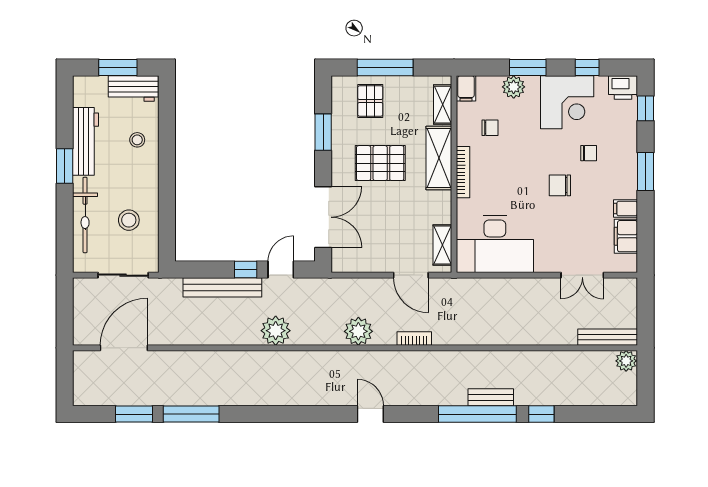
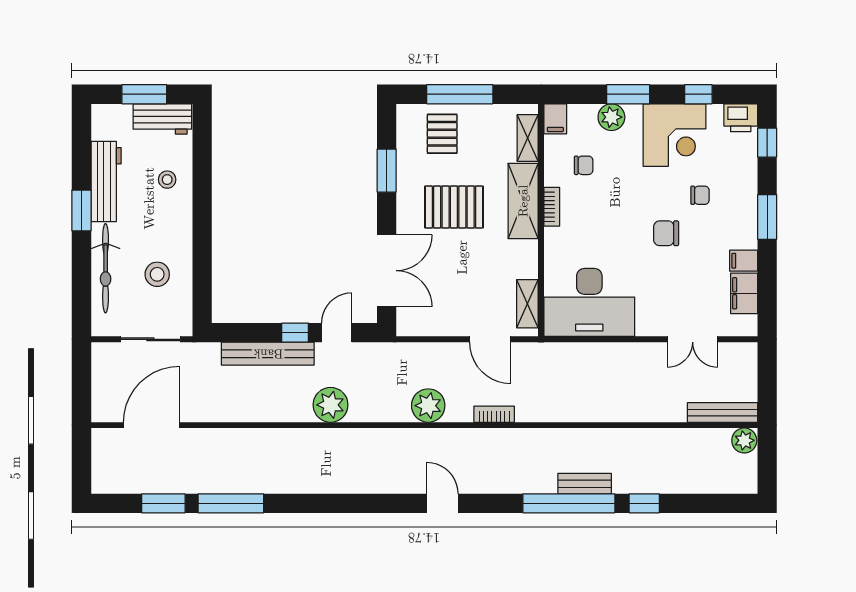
bookcase: (463, 172) -> (552, 207), width x0.64

